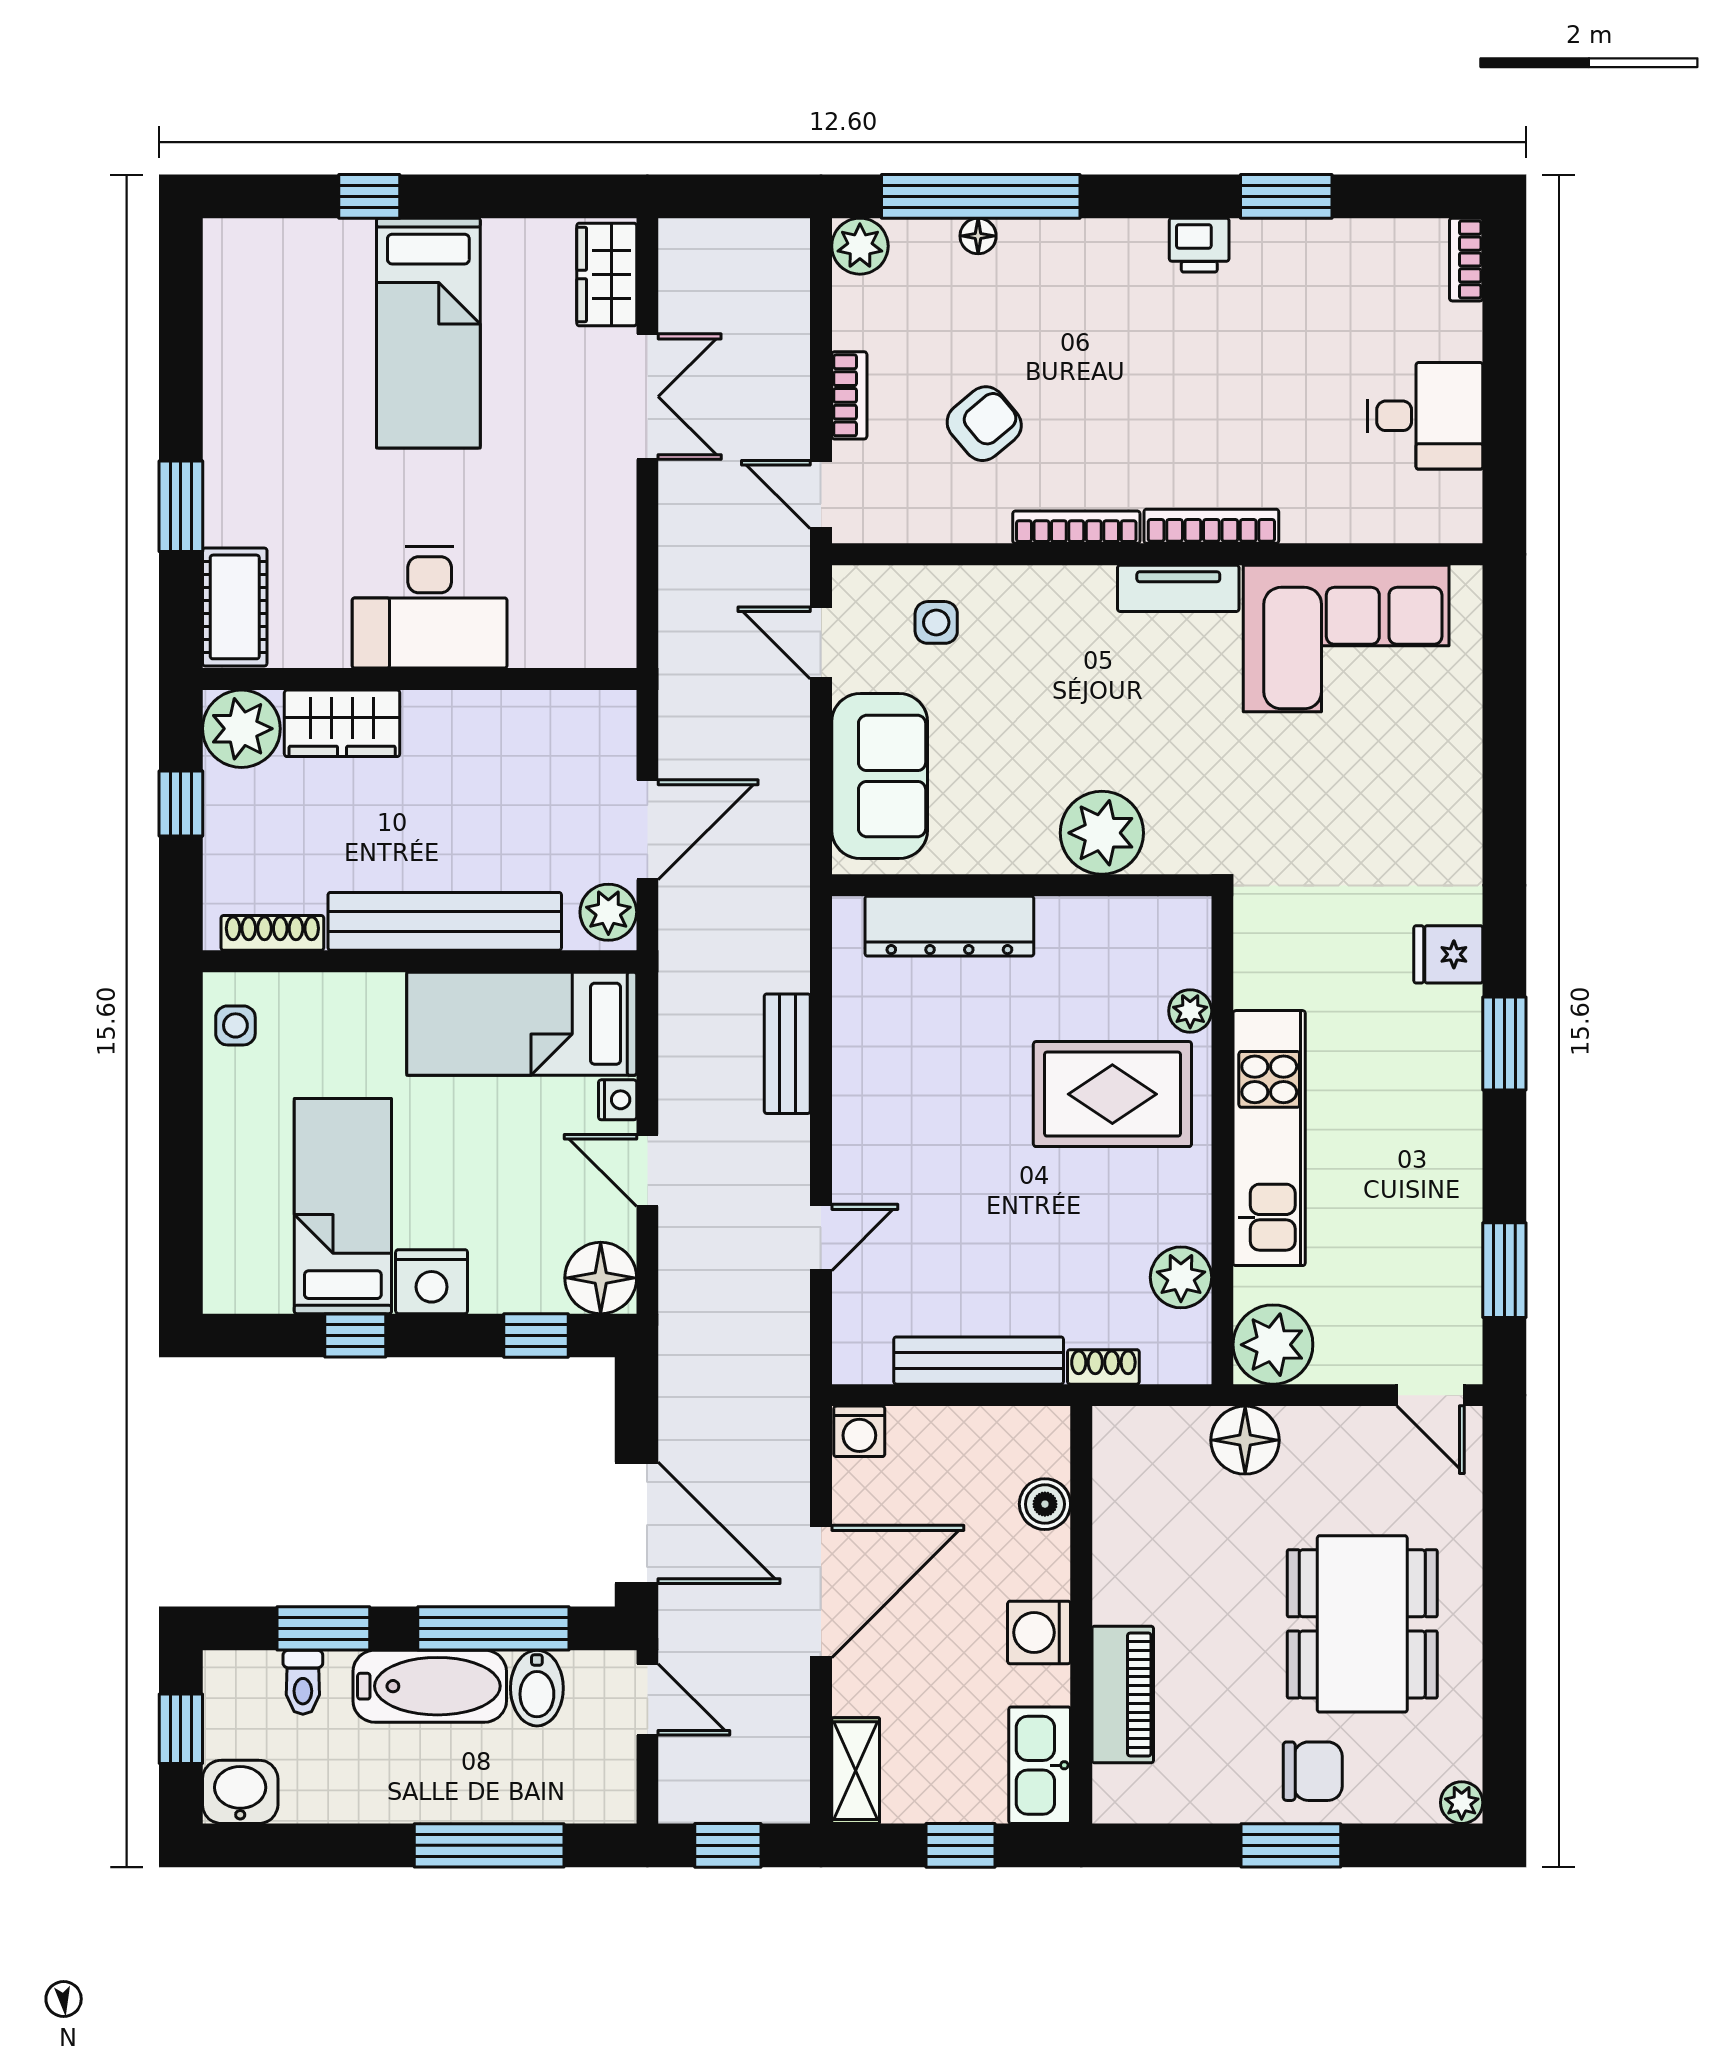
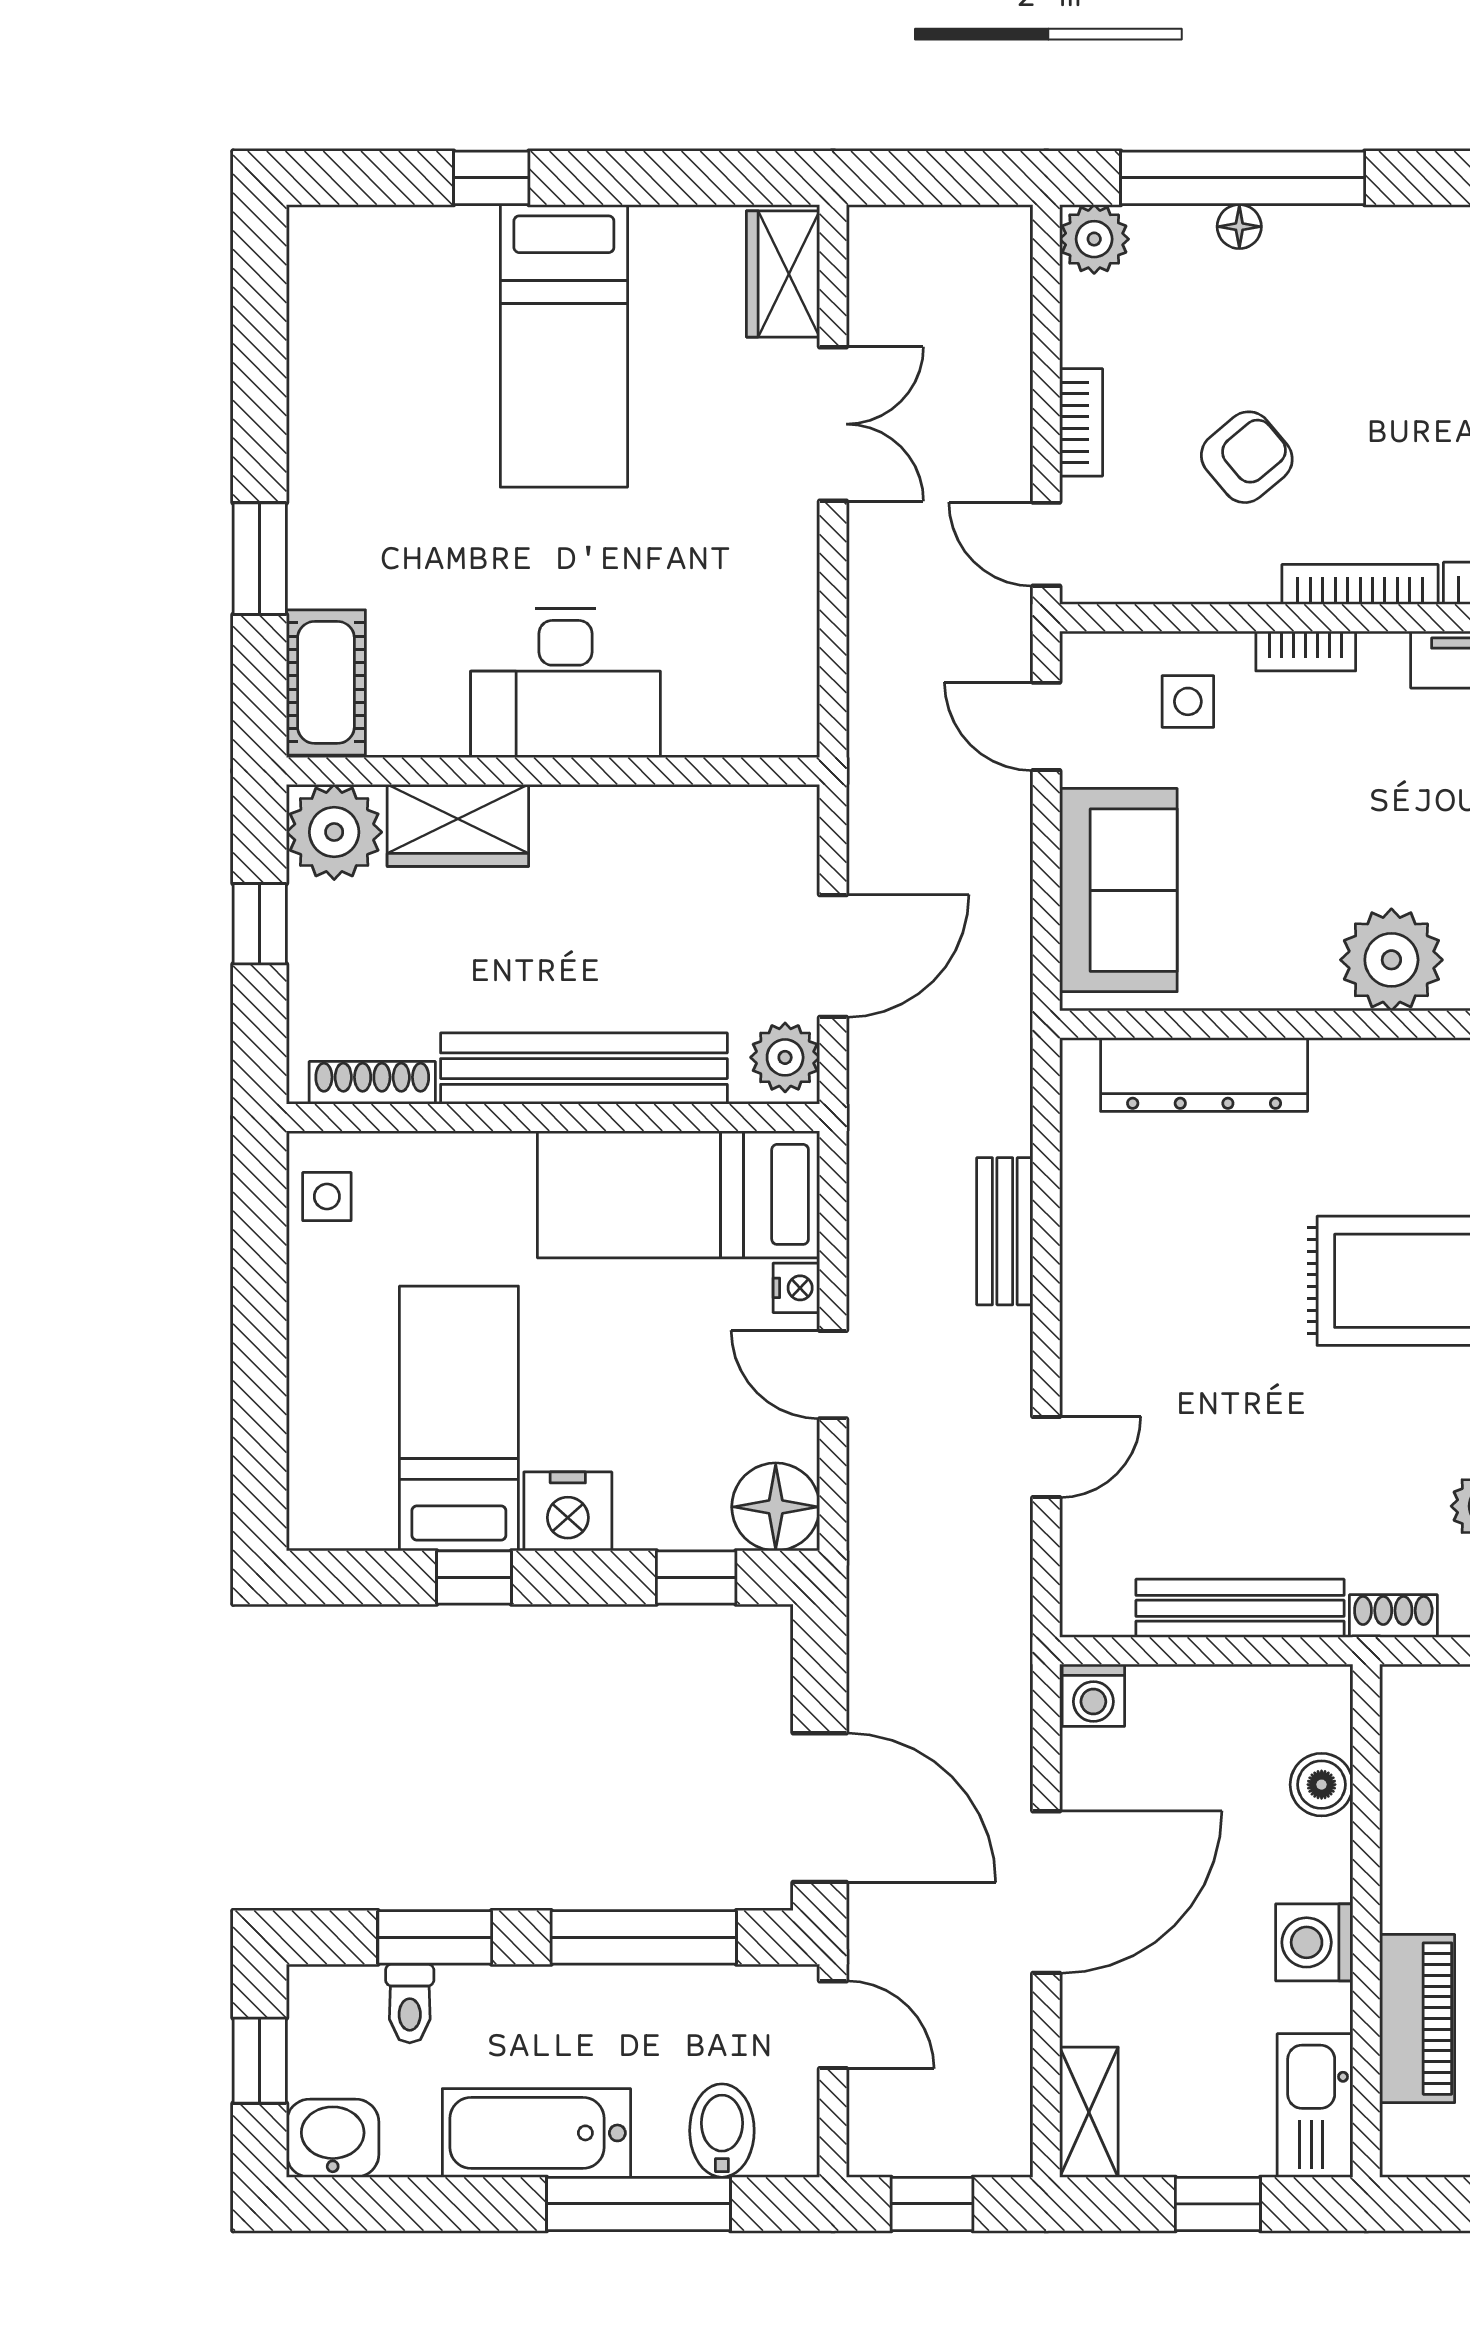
bookcase: (1032, 581) -> (1306, 651), added
bathtub: (430, 1686) -> (536, 2133), moved, turned 180
bidet: (537, 1688) -> (722, 2131), moved, turned 180

